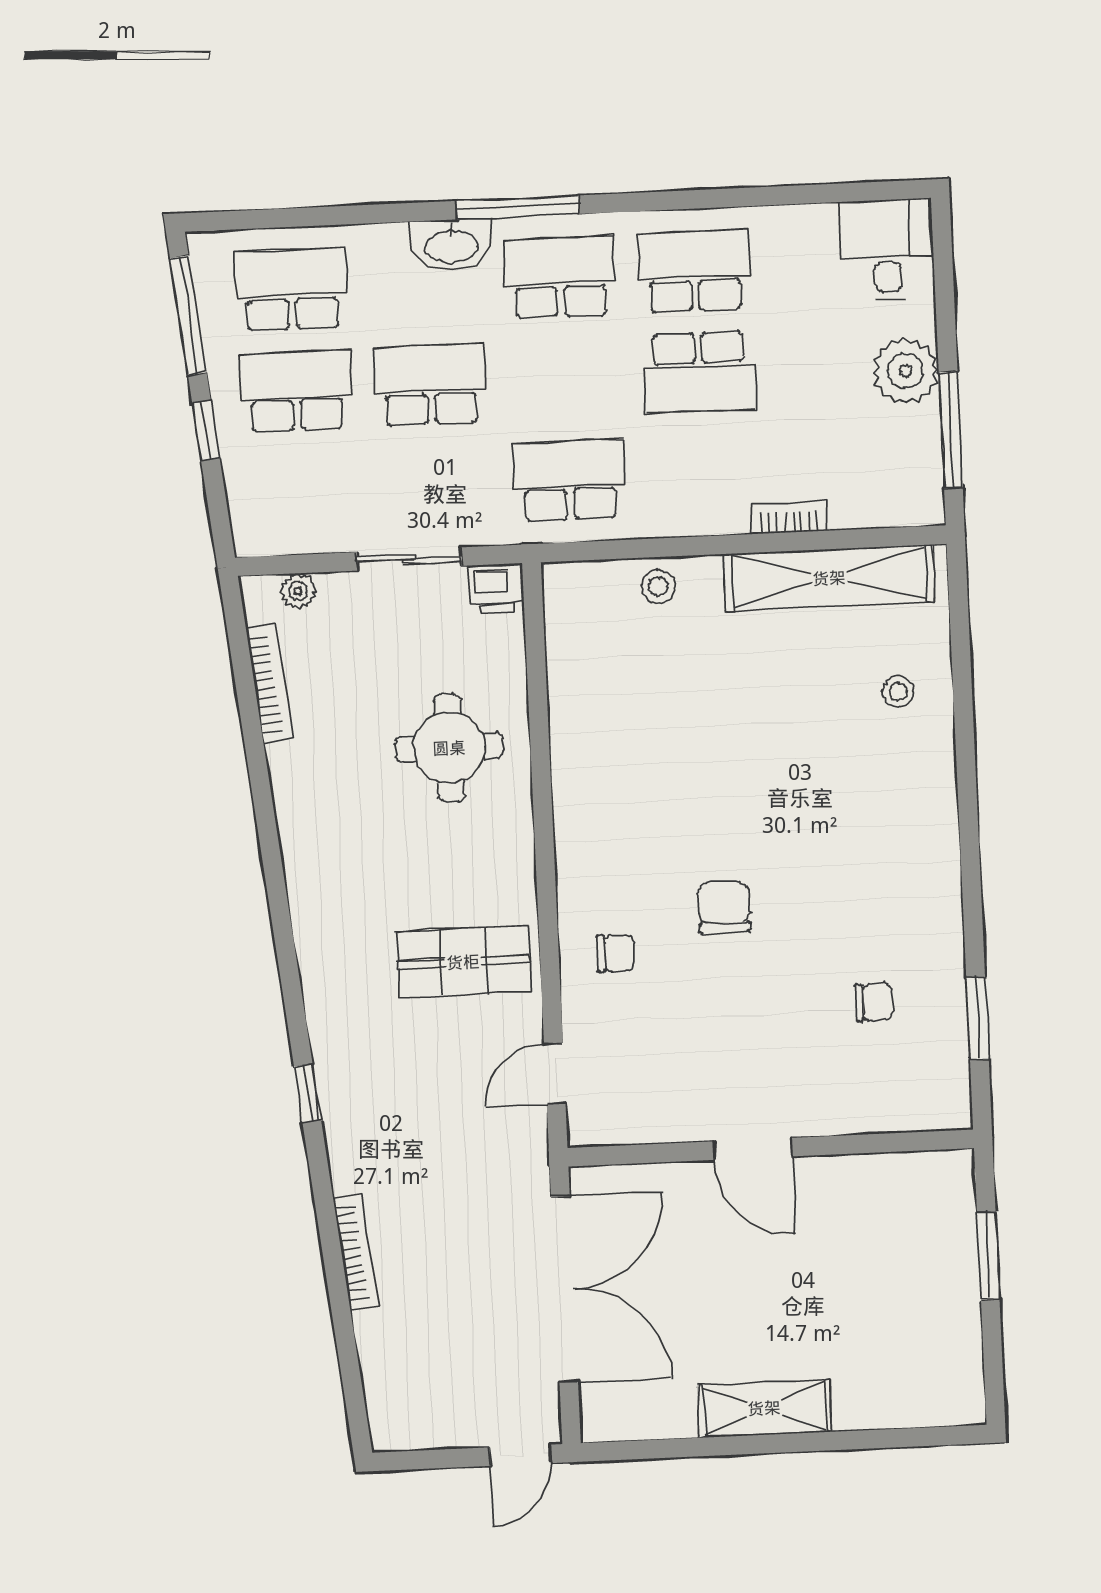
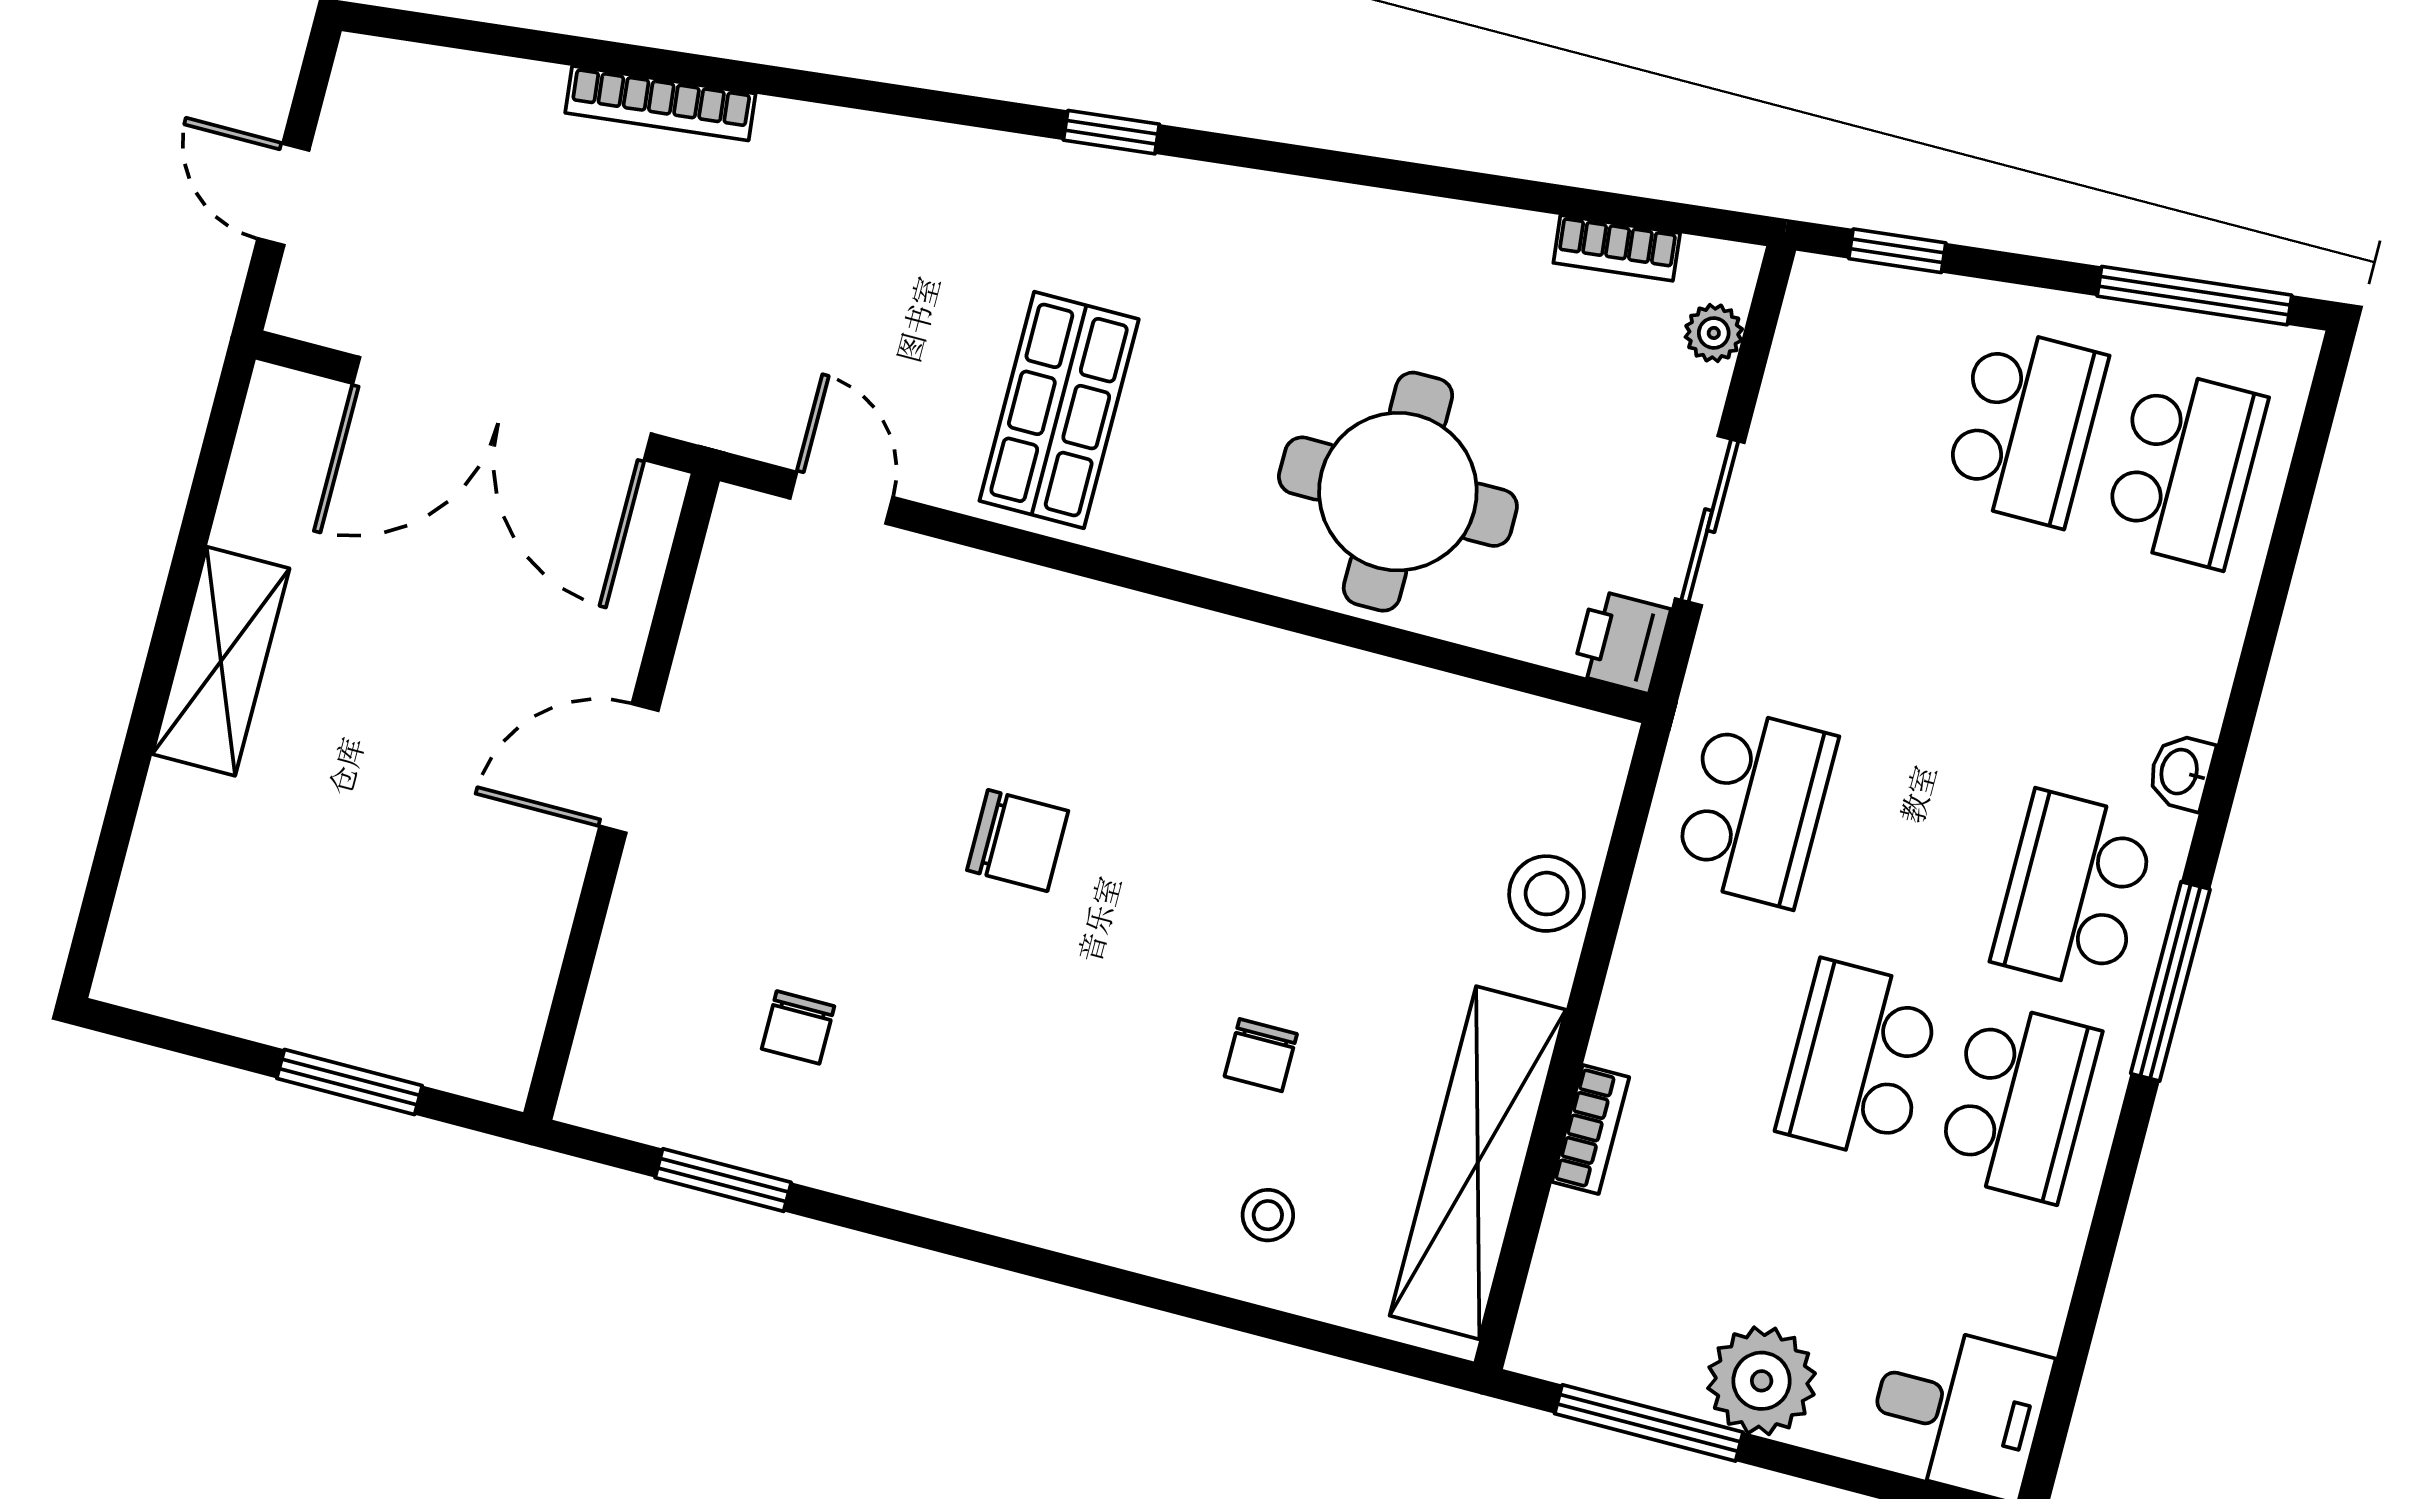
window: (518, 207) -> (2170, 981), moved
washbasin: (452, 245) -> (2181, 772), width x0.52, depth x0.69
school desk: (560, 277) -> (2074, 891), turned 180
school desk: (430, 385) -> (1970, 638), removed
window: (206, 431) -> (1897, 251), moved
stool: (658, 587) -> (1547, 894), width x1.37, depth x1.37
bookcase: (269, 684) -> (1617, 248), width x0.64
round table: (449, 748) -> (1398, 492), width x1.36, depth x1.36
chair: (615, 953) -> (1261, 1055), moved
window: (308, 1093) -> (1111, 132), moved
door: (520, 1455) -> (283, 194), moved

